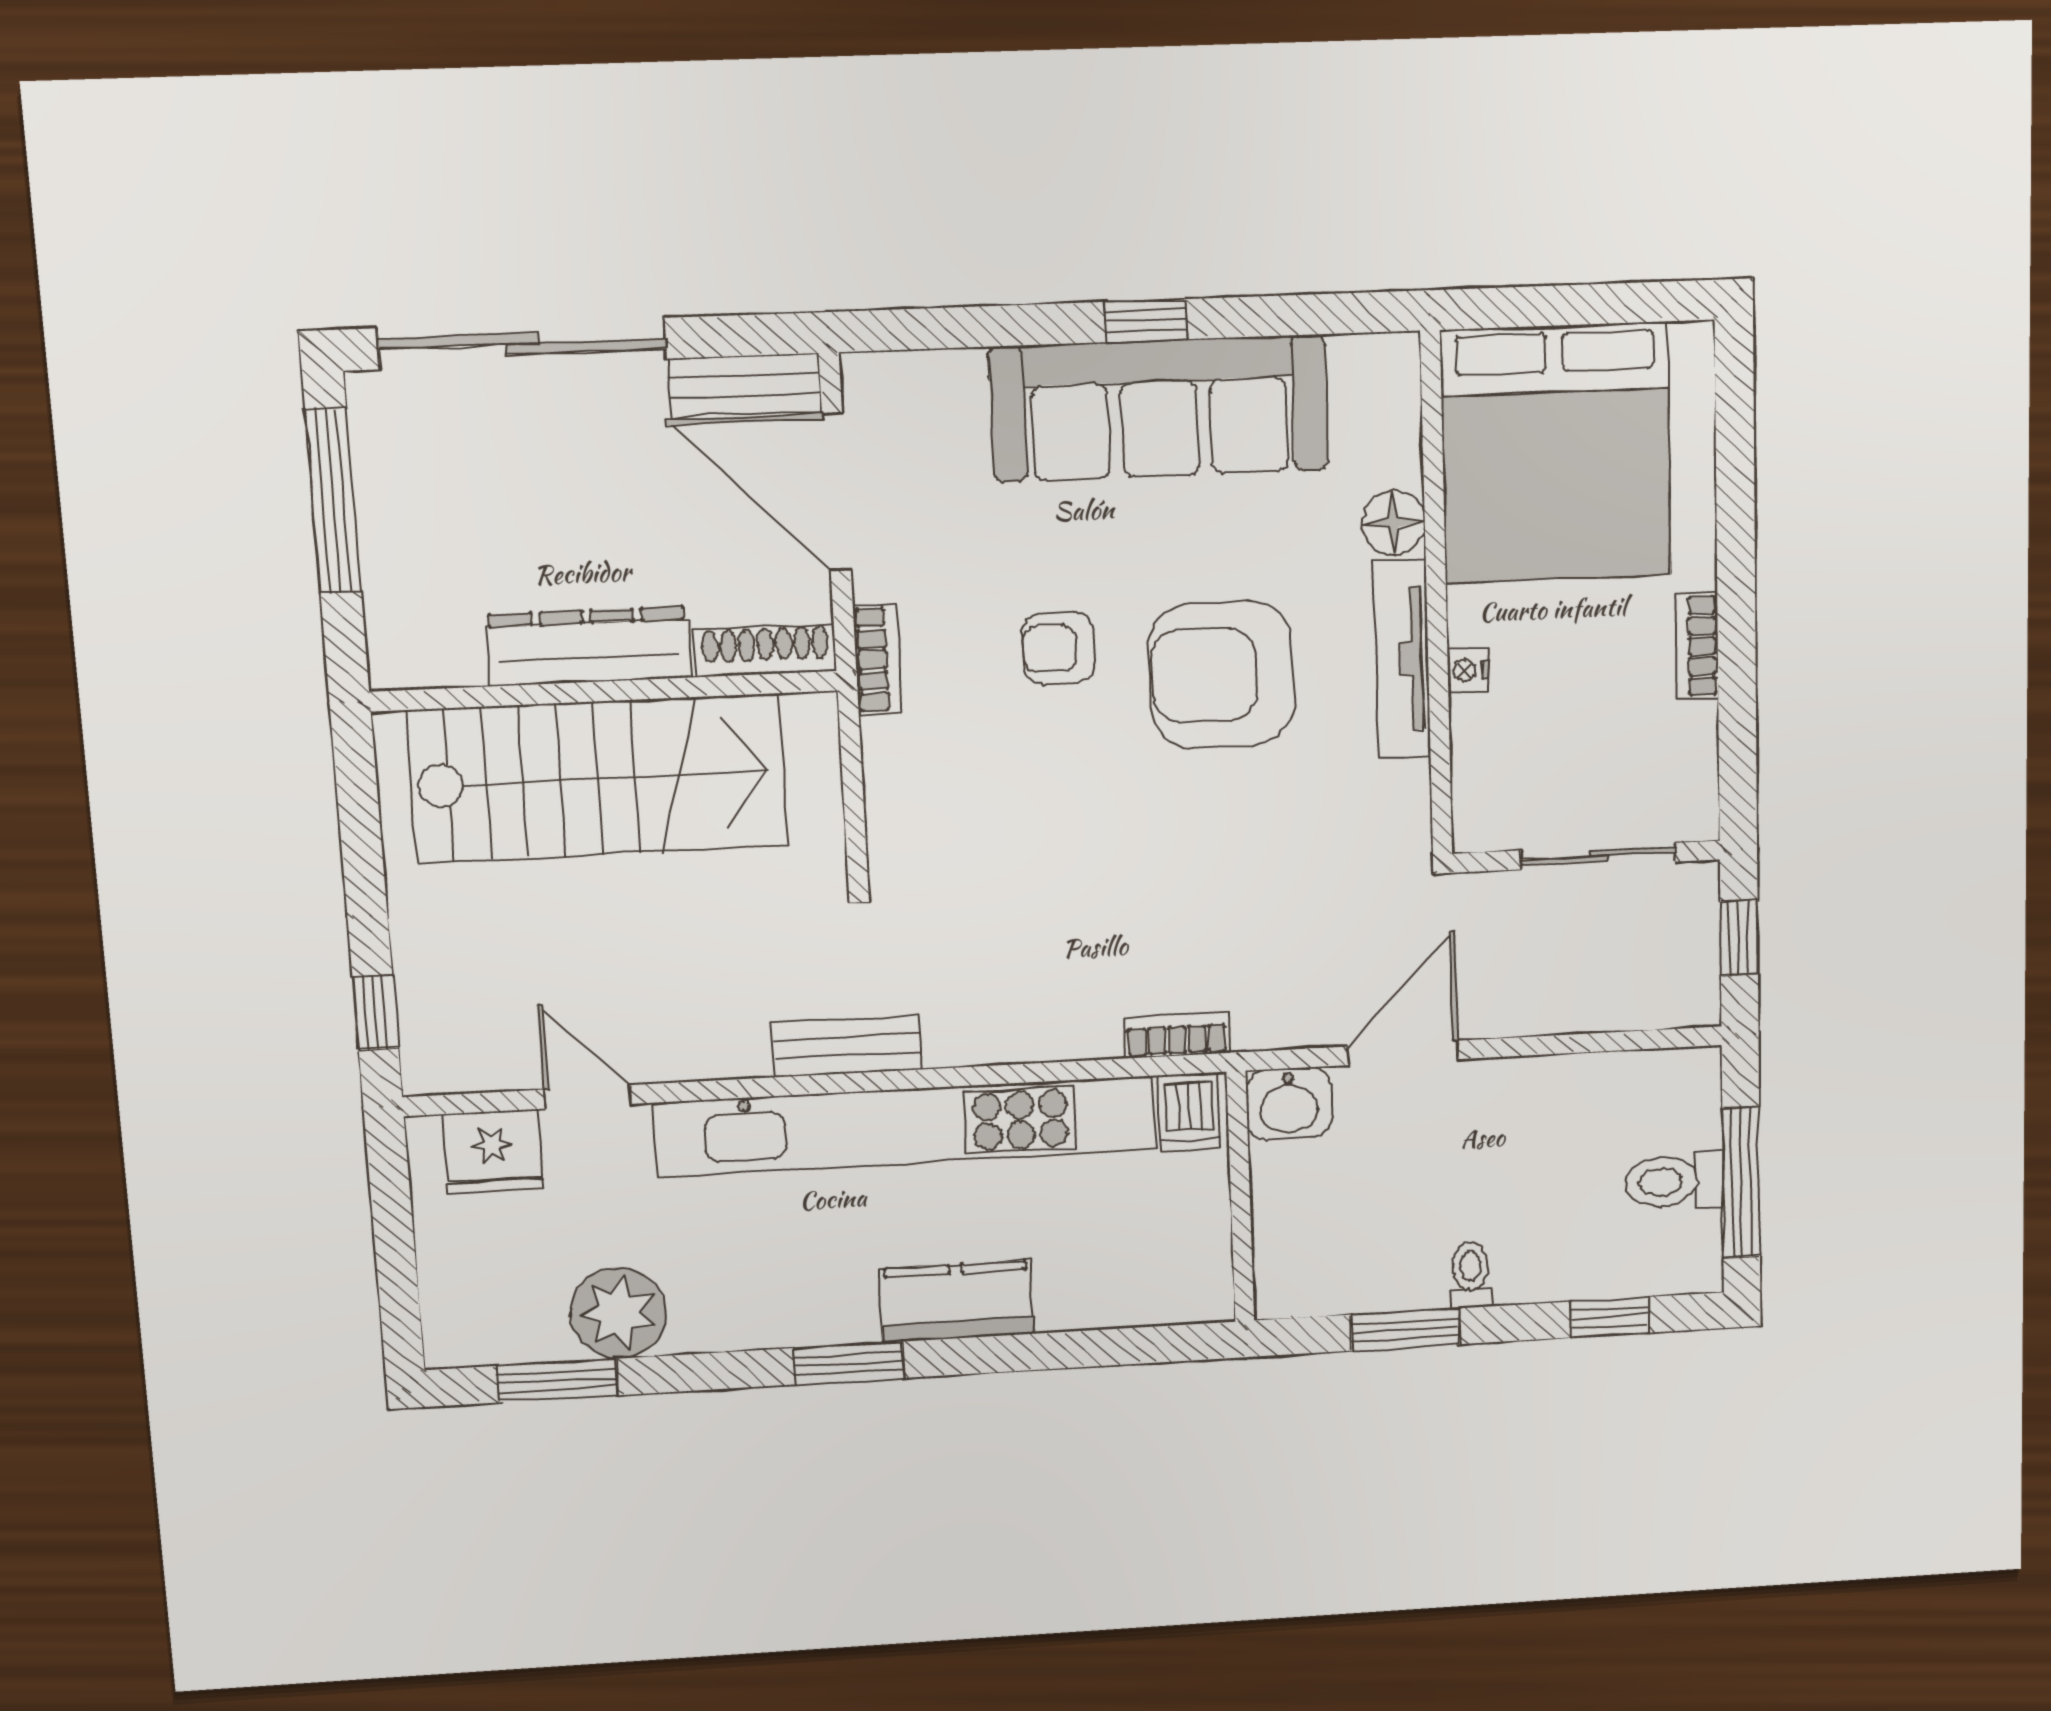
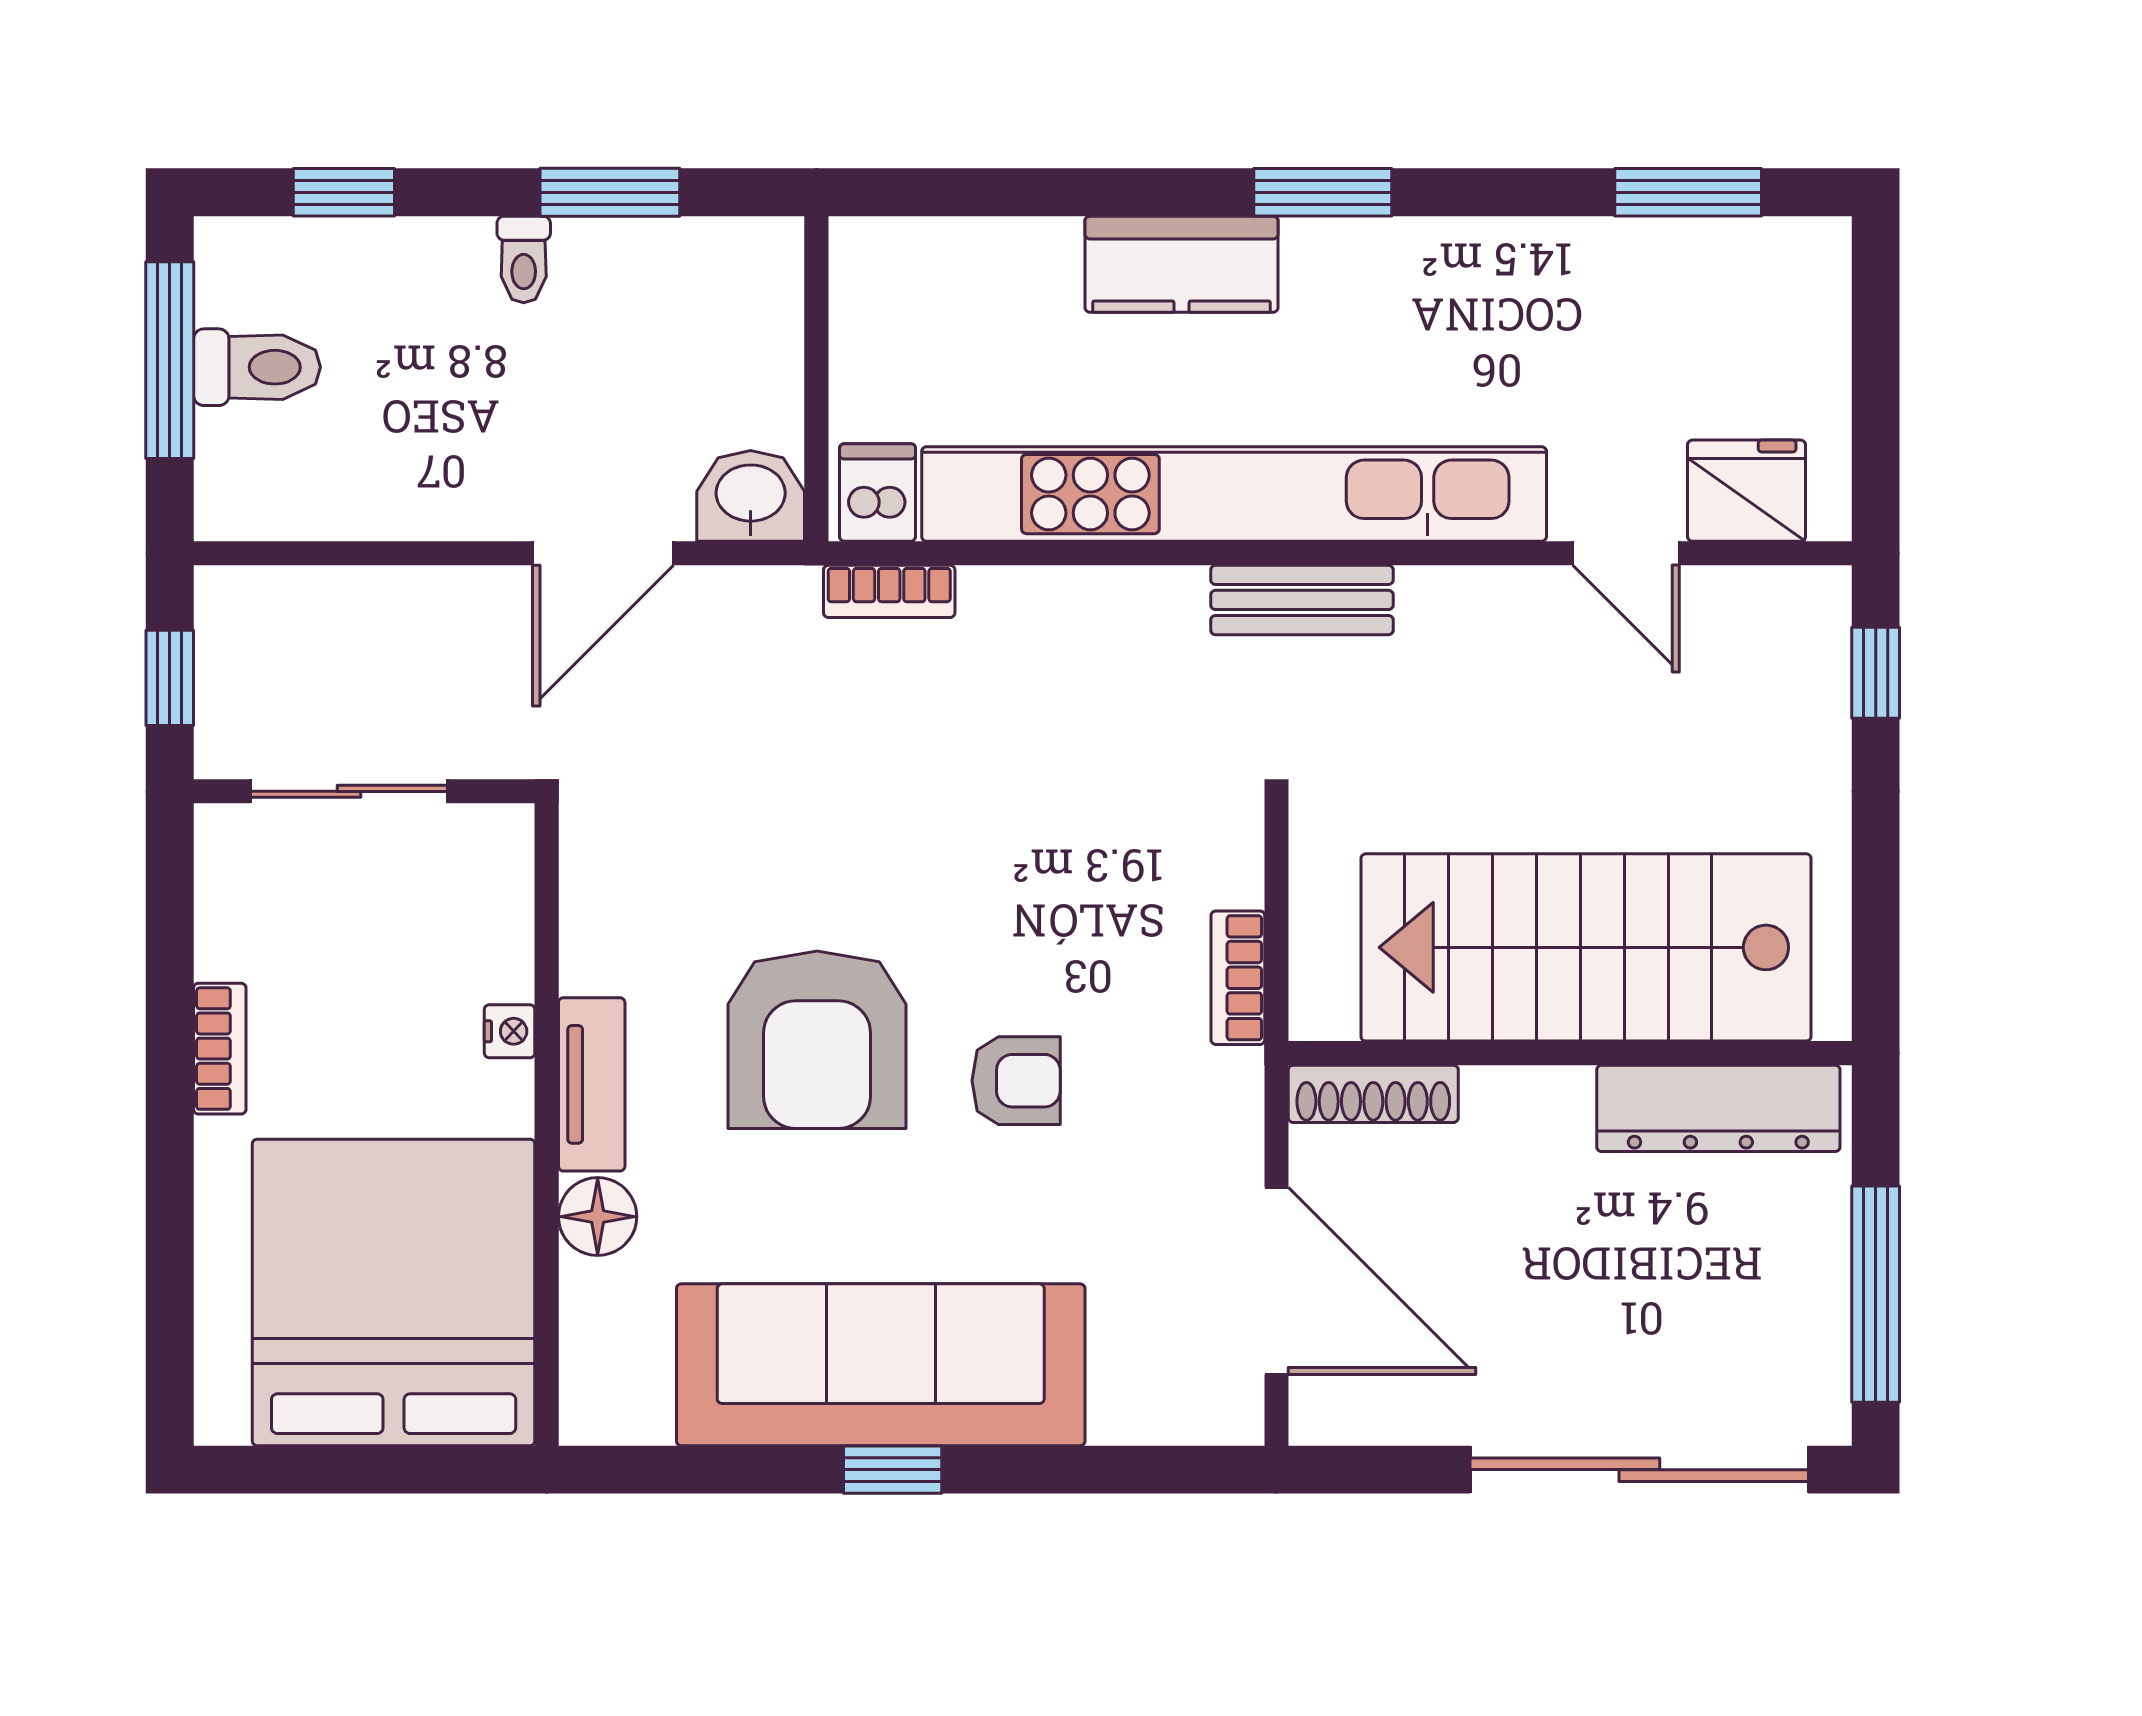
bench: (745, 385) -> (1379, 1411), removed
dresser: (588, 646) -> (1718, 1108), moved
tv unit: (1402, 659) -> (592, 1084), width x0.71
bookcase: (878, 660) -> (1238, 978), moved
armchair: (1221, 675) -> (817, 1040), turned 90
plant: (618, 1313) -> (1607, 275), removed

